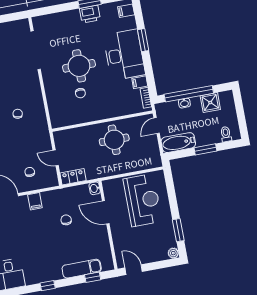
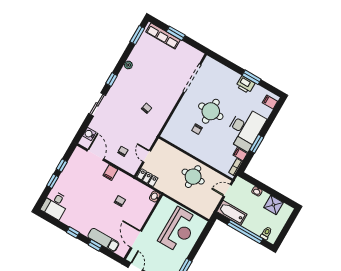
window: (143, 40) -> (257, 144), moved
window: (189, 94) -> (265, 188), removed
window: (205, 149) -> (245, 232), width x2.11
door: (106, 212) -> (136, 239), moved
window: (93, 277) -> (95, 245), moved

